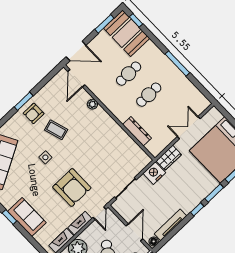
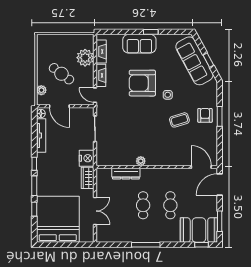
plant: (92, 104) -> (141, 161), moved
armchair: (72, 188) -> (142, 83), moved

